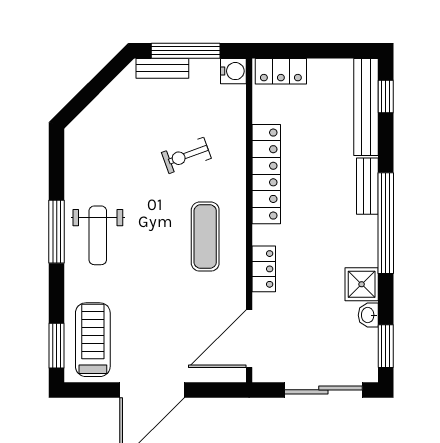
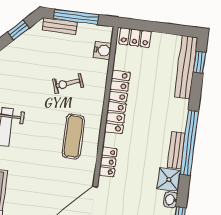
water cooler: (233, 71) -> (103, 50), moved
window: (99, 83) -> (19, 30), added
bench: (367, 186) -> (176, 150), moved

